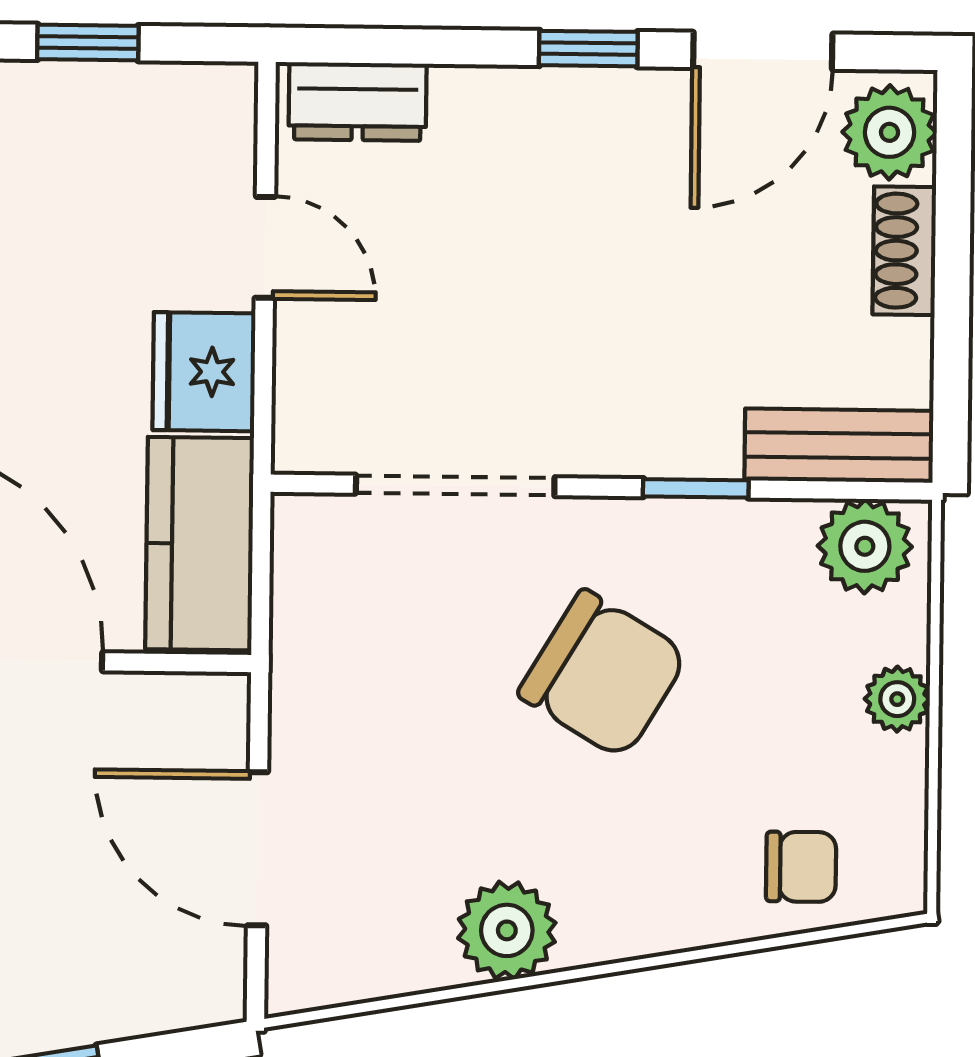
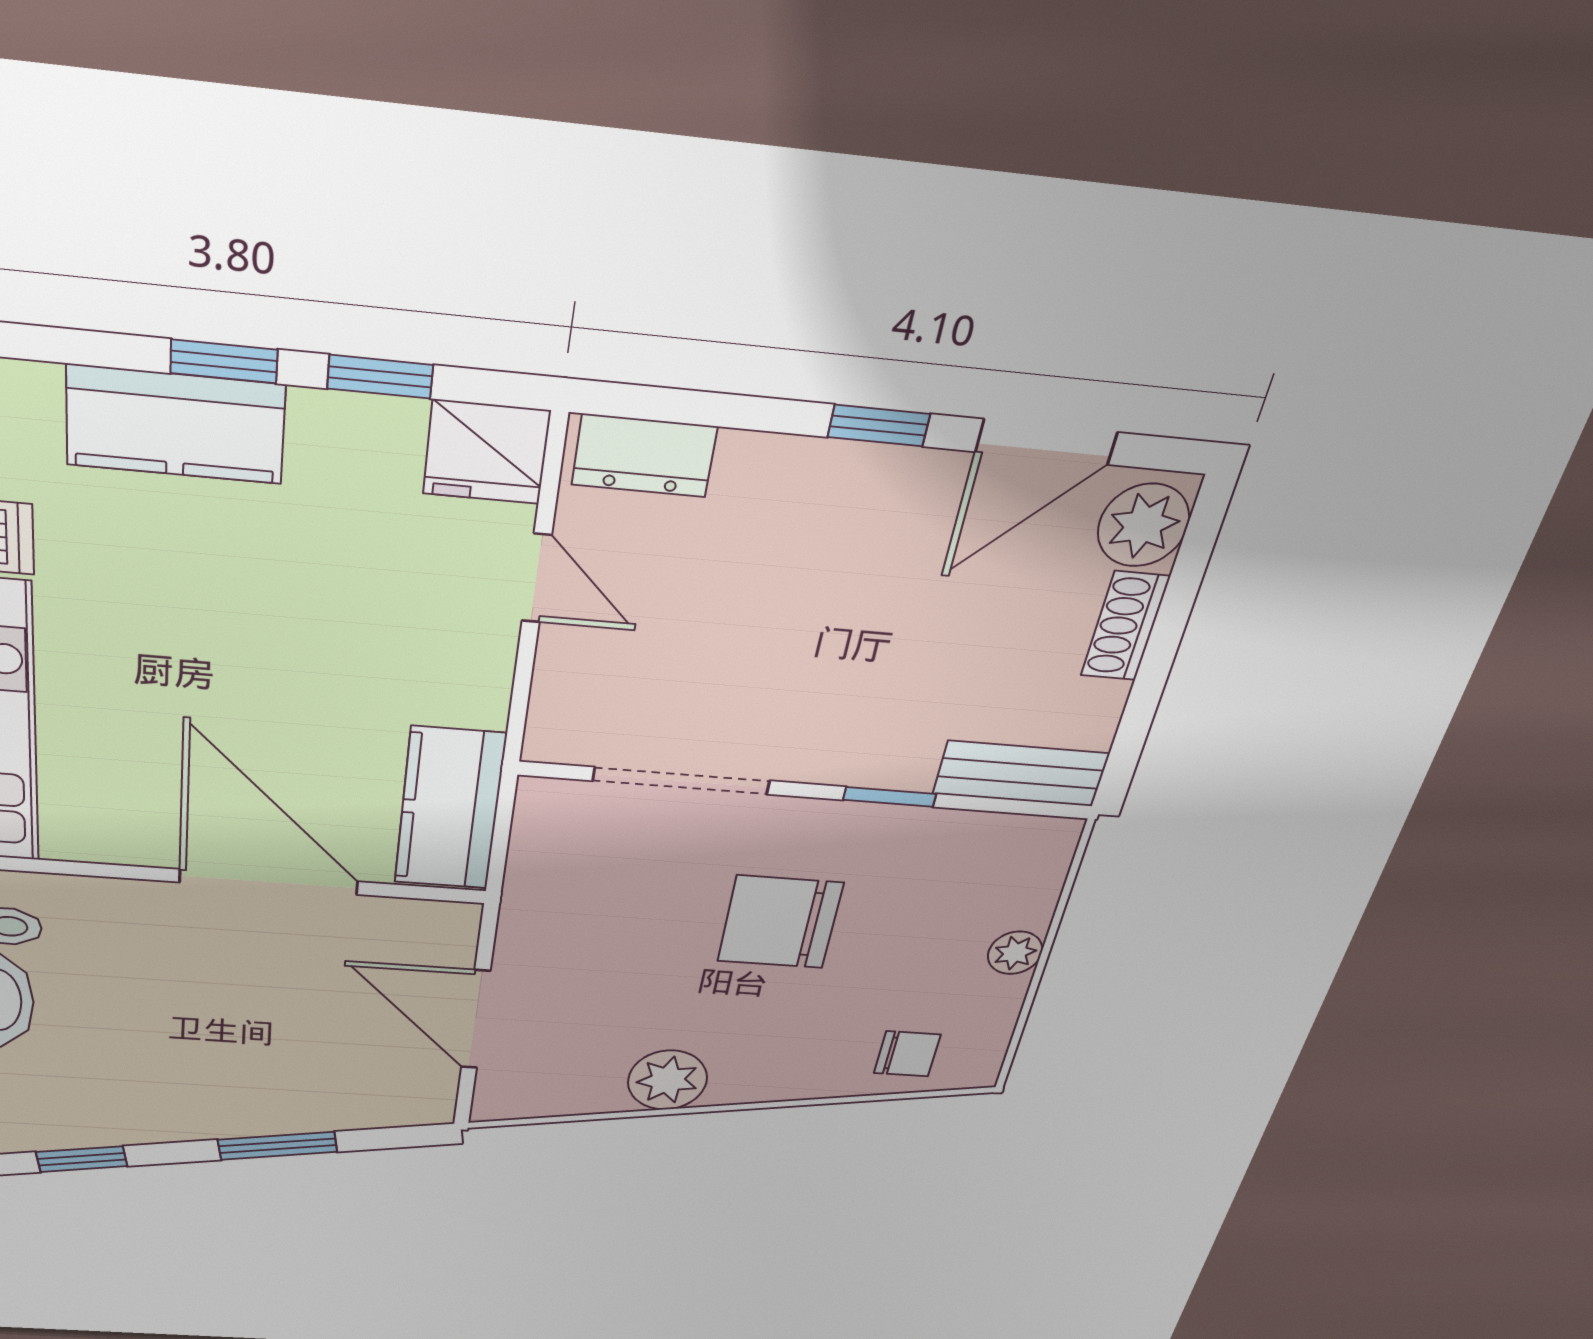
fridge: (204, 372) -> (486, 452), moved, turned -90
plant: (865, 546) -> (1021, 848), removed
chair: (603, 674) -> (780, 922), turned 149

